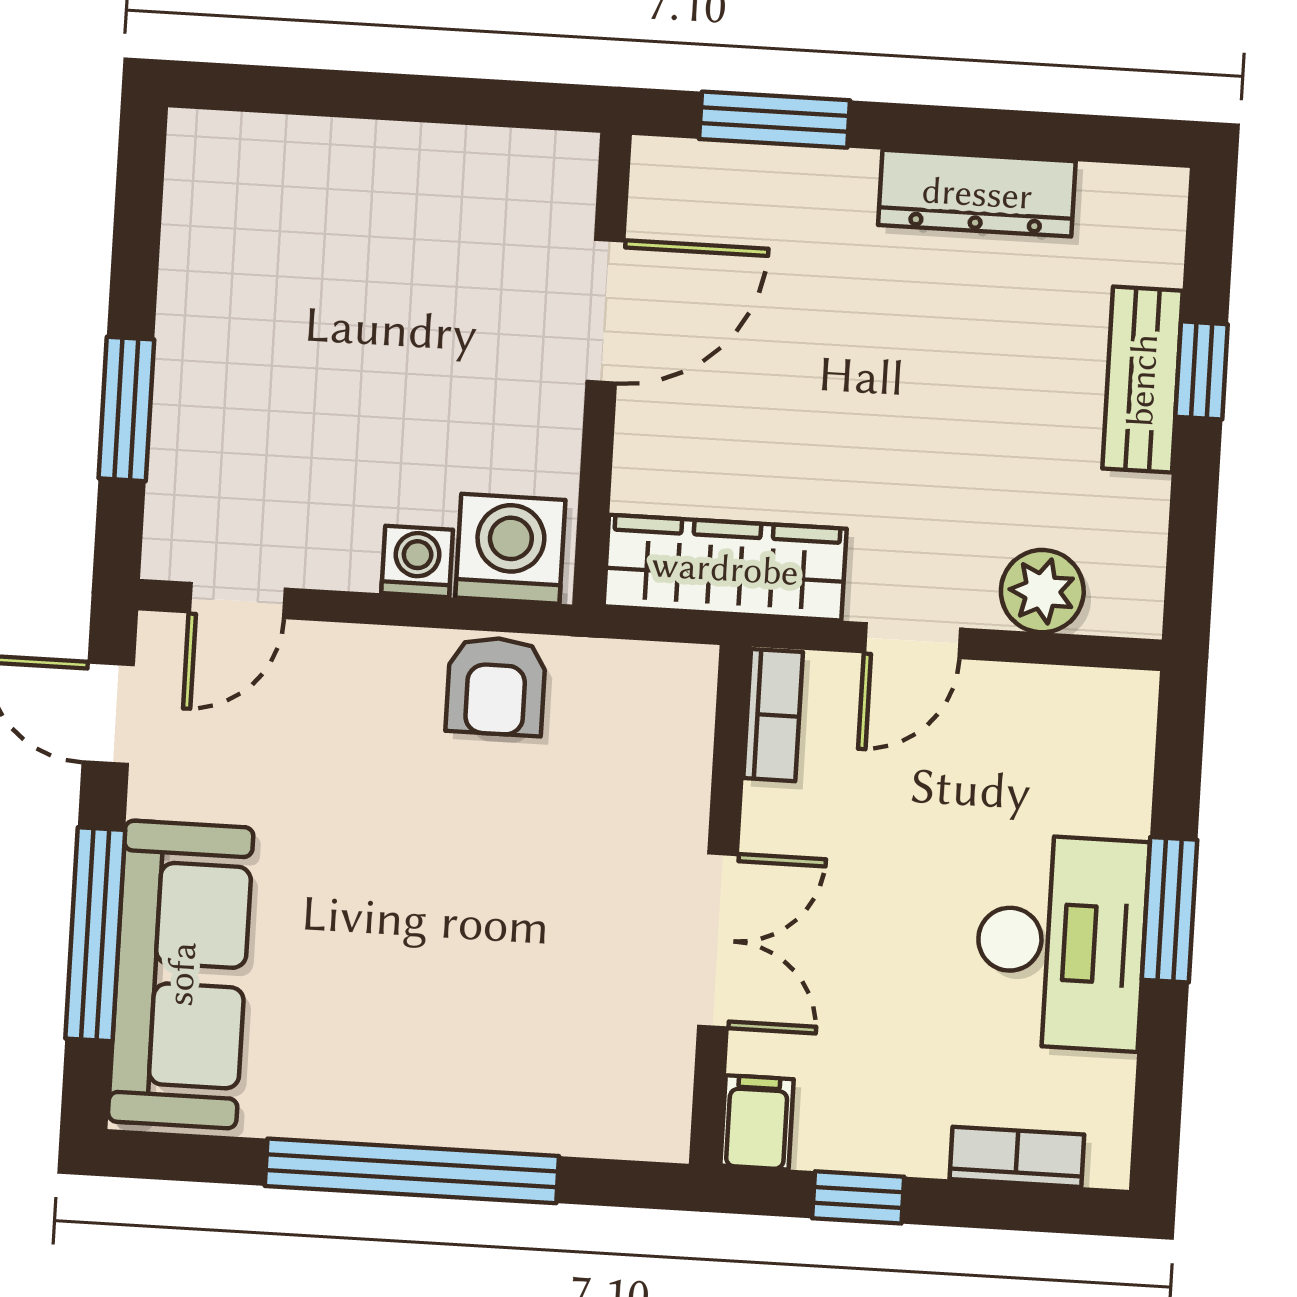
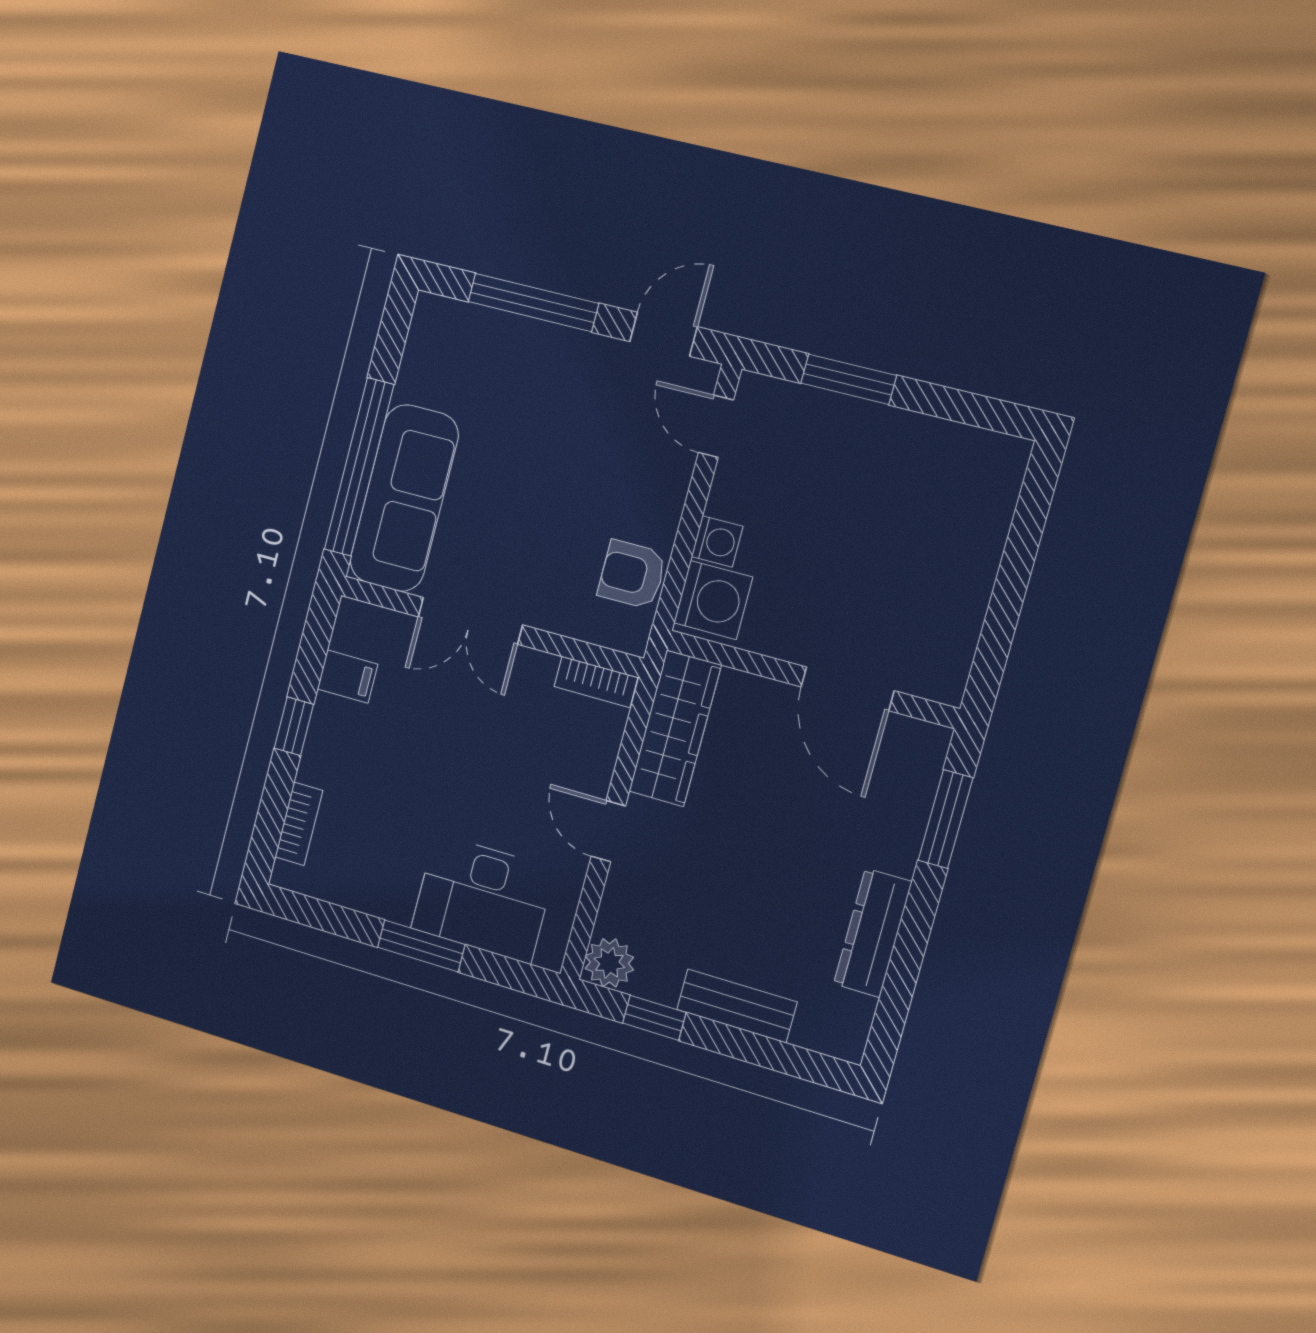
window: (1202, 370) -> (654, 1018), moved
plant: (1042, 591) -> (609, 963), moved
bookcase: (773, 715) -> (596, 682), moved
wall: (720, 905) -> (490, 626), moved
double door: (718, 940) -> (470, 621), moved
desk: (1061, 942) -> (483, 899), moved
sofa: (181, 974) -> (404, 498), moved, turned -90

